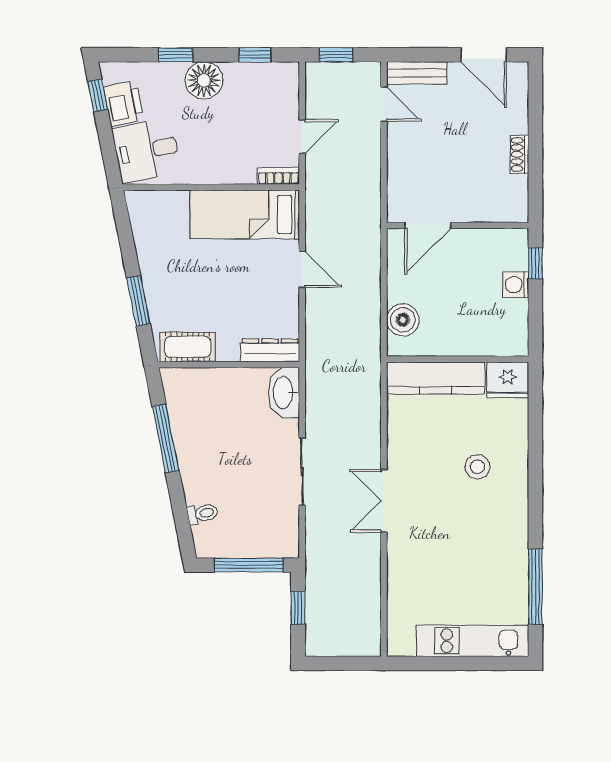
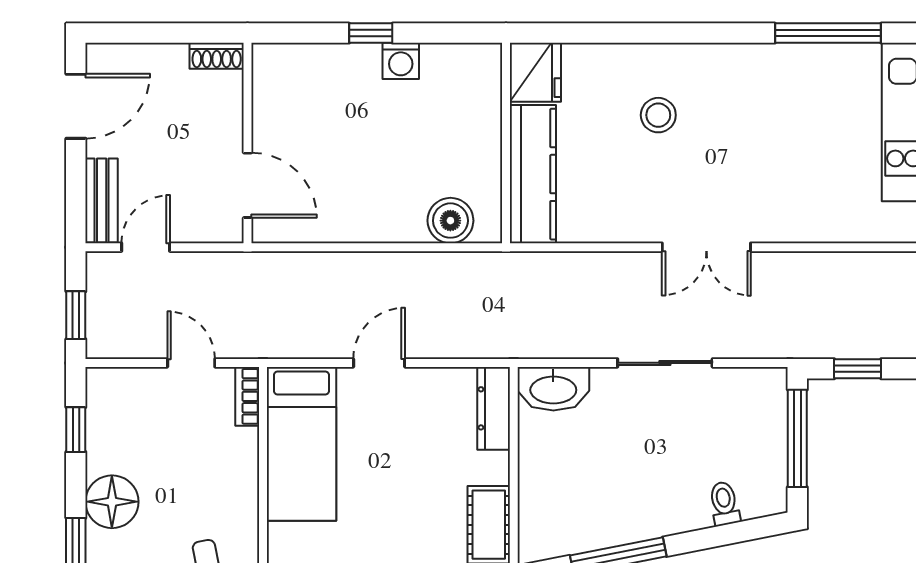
door: (428, 225) -> (248, 185), moved
wall: (458, 225) -> (248, 143), moved

